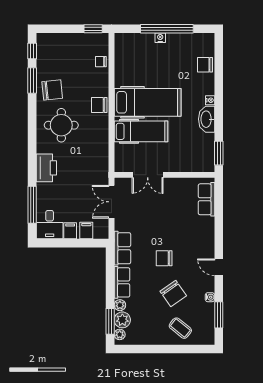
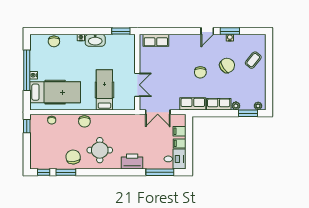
hospital bed: (148, 102) -> (55, 92), moved, turned 90
window: (219, 315) -> (230, 31), moved
plant: (122, 320) -> (247, 104), removed

